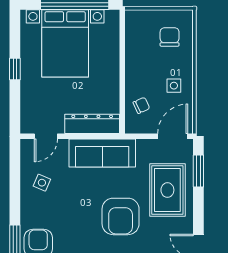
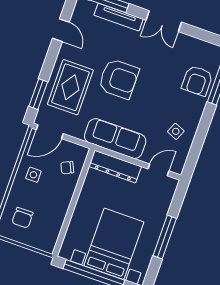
window: (15, 69) -> (165, 237), width x2.17
armchair: (121, 216) -> (119, 79), turned 90

